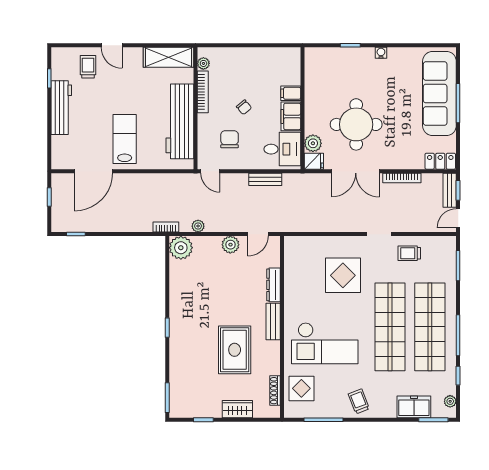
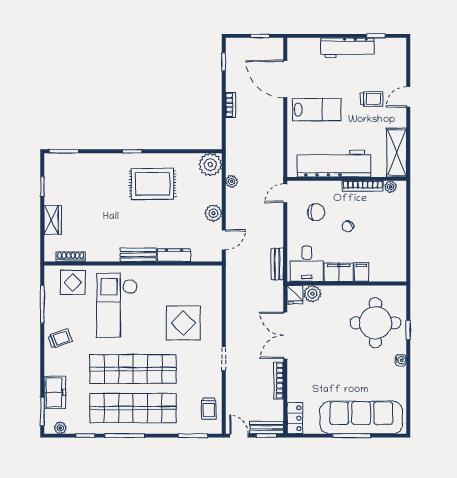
trolley: (88, 67) -> (372, 99), moved
round table: (356, 124) -> (375, 323), moved
bench: (265, 179) -> (277, 264), moved
bookcase: (166, 227) -> (231, 105), moved
door: (258, 234) -> (224, 240), swing flipped
trolley: (409, 253) -> (209, 408), moved, turned 180
rug: (235, 350) -> (153, 184), moved

